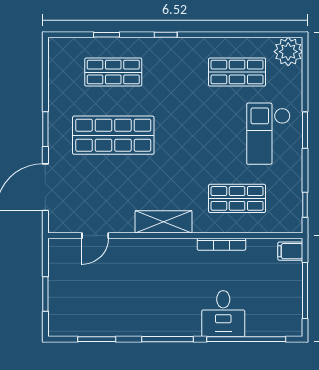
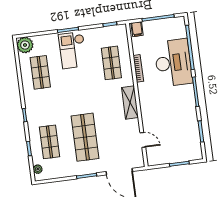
plant: (68, 45) -> (38, 169), added
checkout: (268, 134) -> (73, 50), turned 90
desk: (223, 314) -> (173, 63), width x1.87, depth x1.30

